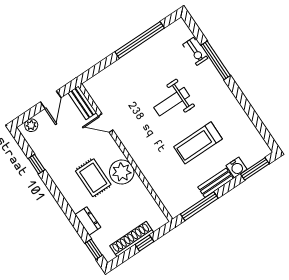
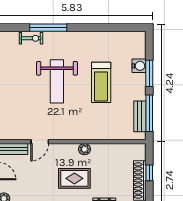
weight bench: (172, 102) -> (57, 81), width x1.36, depth x1.33
window: (255, 169) -> (149, 73), moved
plant: (122, 172) -> (84, 149), width x0.53, depth x0.53
bench: (216, 183) -> (140, 116), moved

